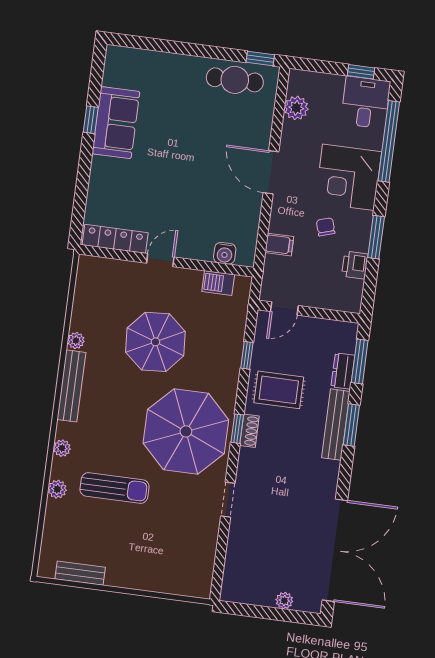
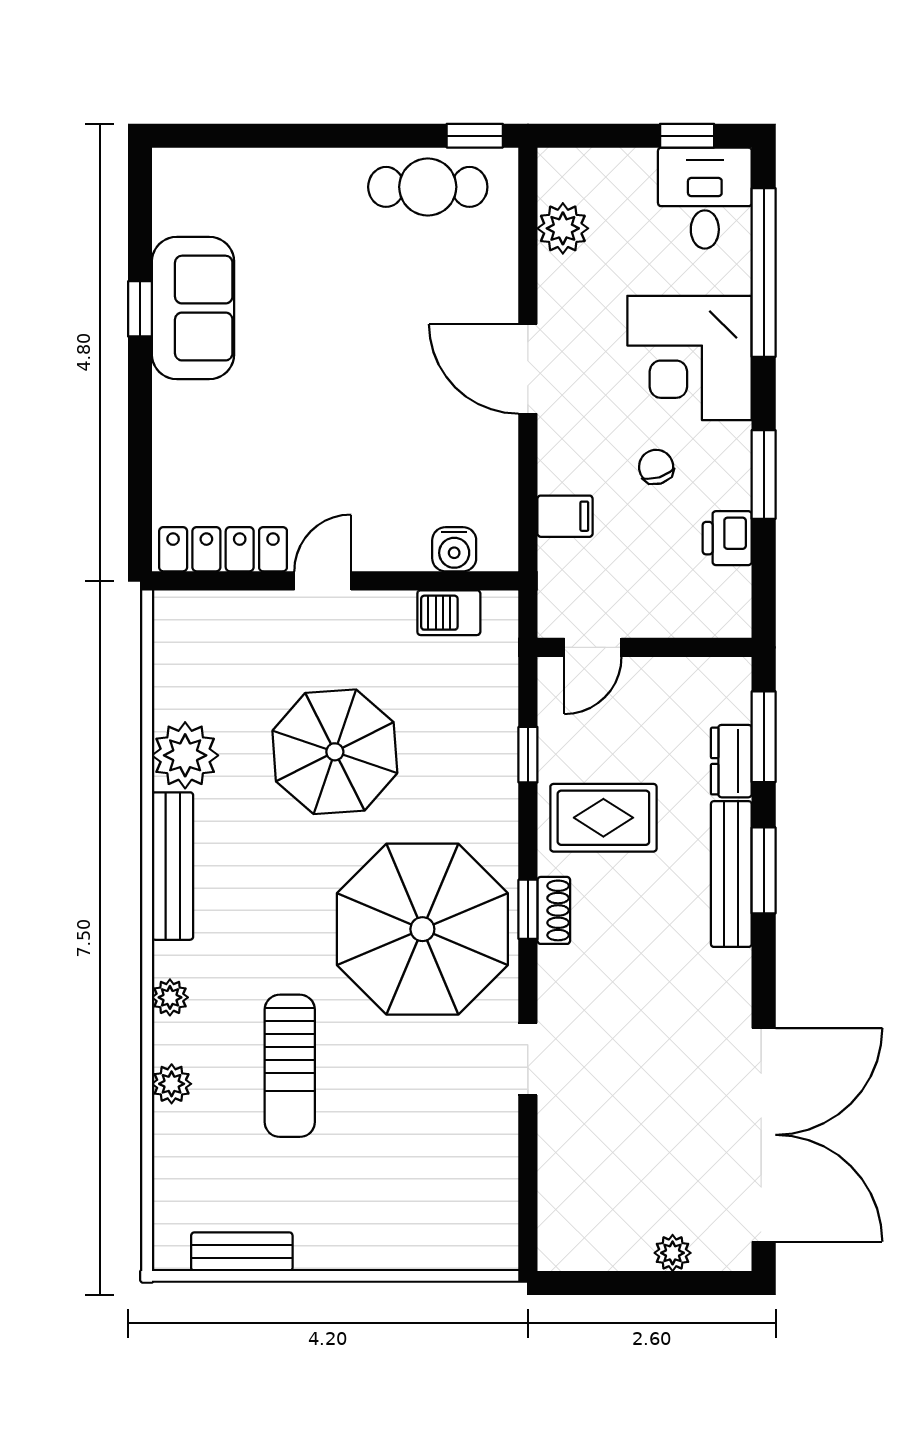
plant: (76, 341) -> (185, 755), width x1.87, depth x1.87
sun lounger: (114, 488) -> (290, 1066), turned 90

